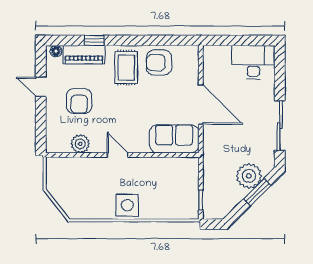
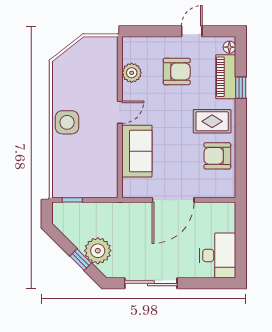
armchair: (159, 63) -> (217, 156), turned -90
armchair: (79, 101) -> (177, 71), turned 180
sofa: (174, 139) -> (137, 151), moved
window: (257, 192) -> (81, 260), width x0.67

